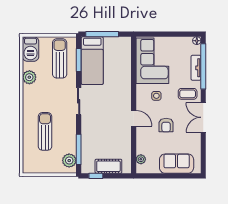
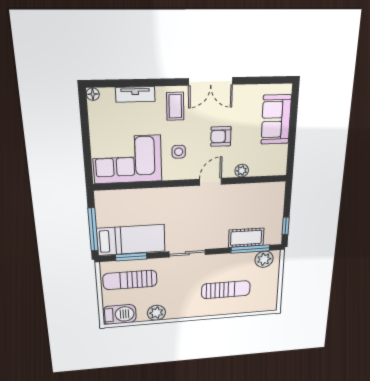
window: (203, 66) -> (133, 83), removed
armchair: (166, 125) -> (221, 136), turned 180
sun lounger: (45, 131) -> (226, 290), turned 180
plant: (141, 159) -> (242, 171), moved
cot: (108, 166) -> (246, 238), moved, turned 90

